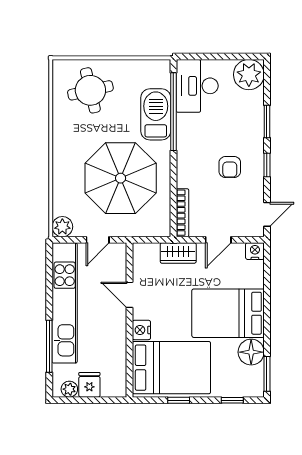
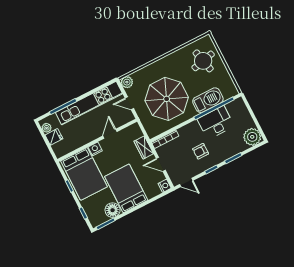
desk: (197, 86) -> (216, 123), moved

